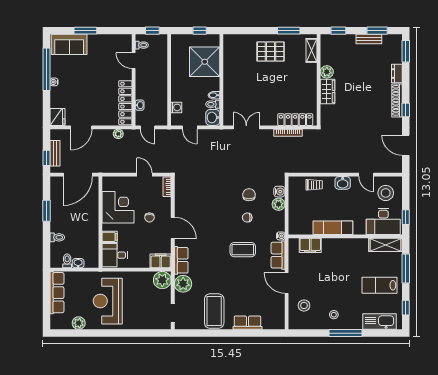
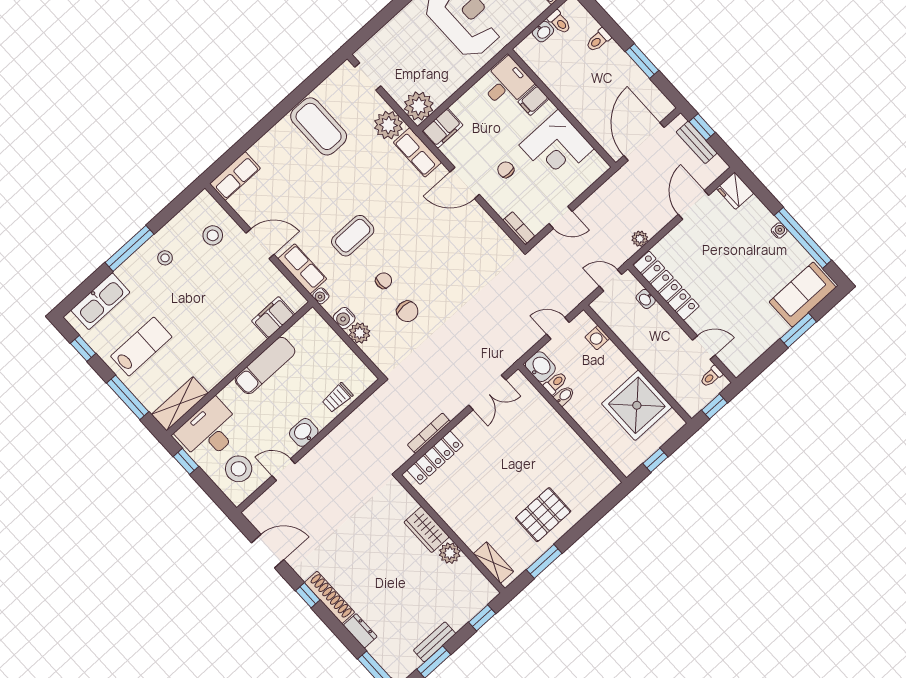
shower: (205, 62) -> (637, 405), moved
water cooler: (279, 192) -> (344, 318), moved
row of seats: (247, 323) -> (235, 176), moved

